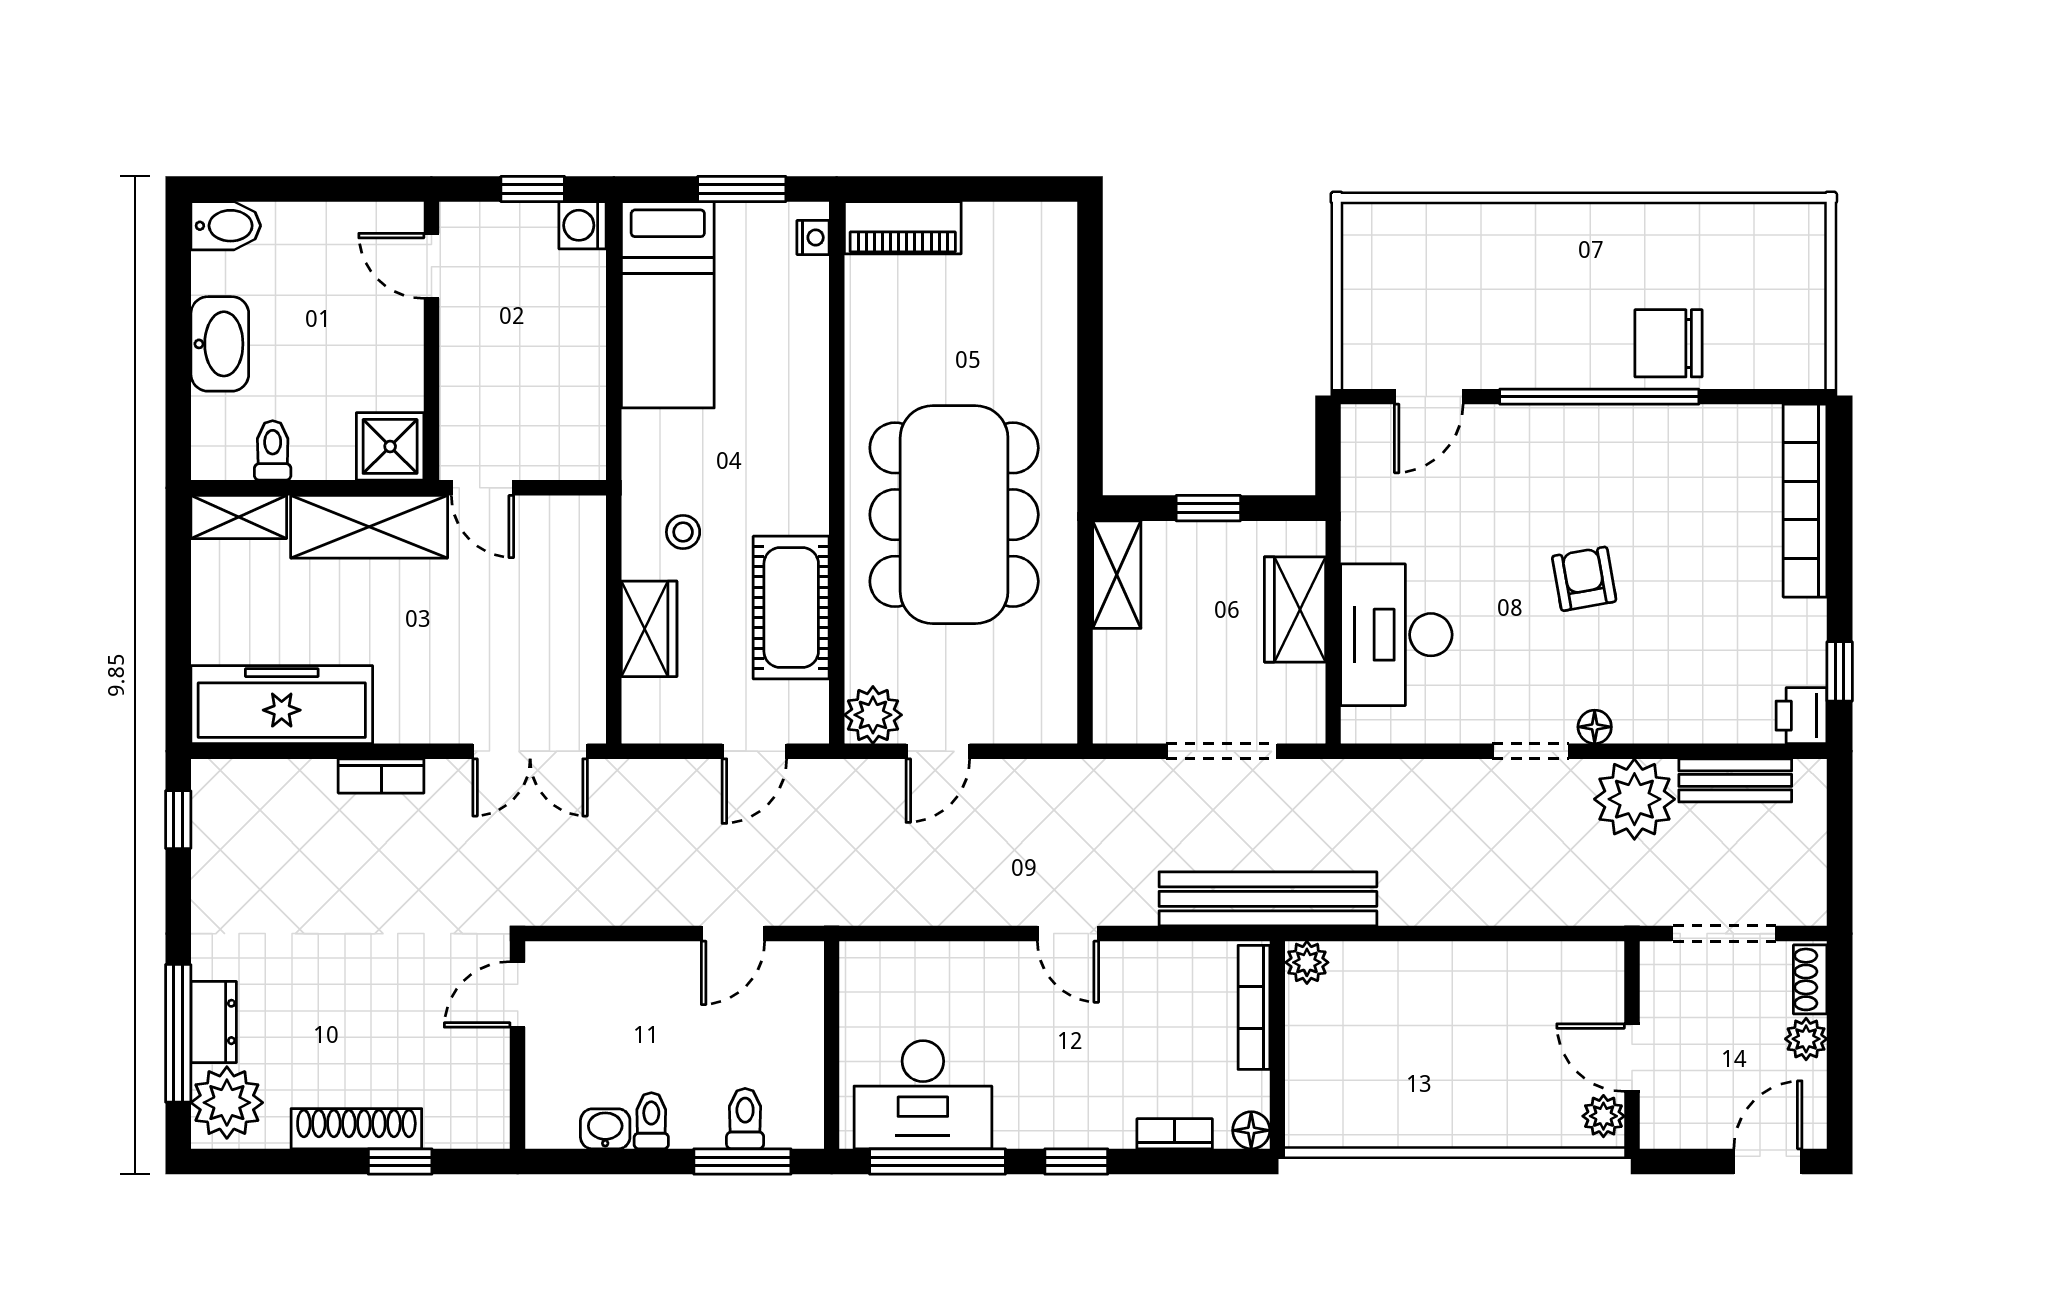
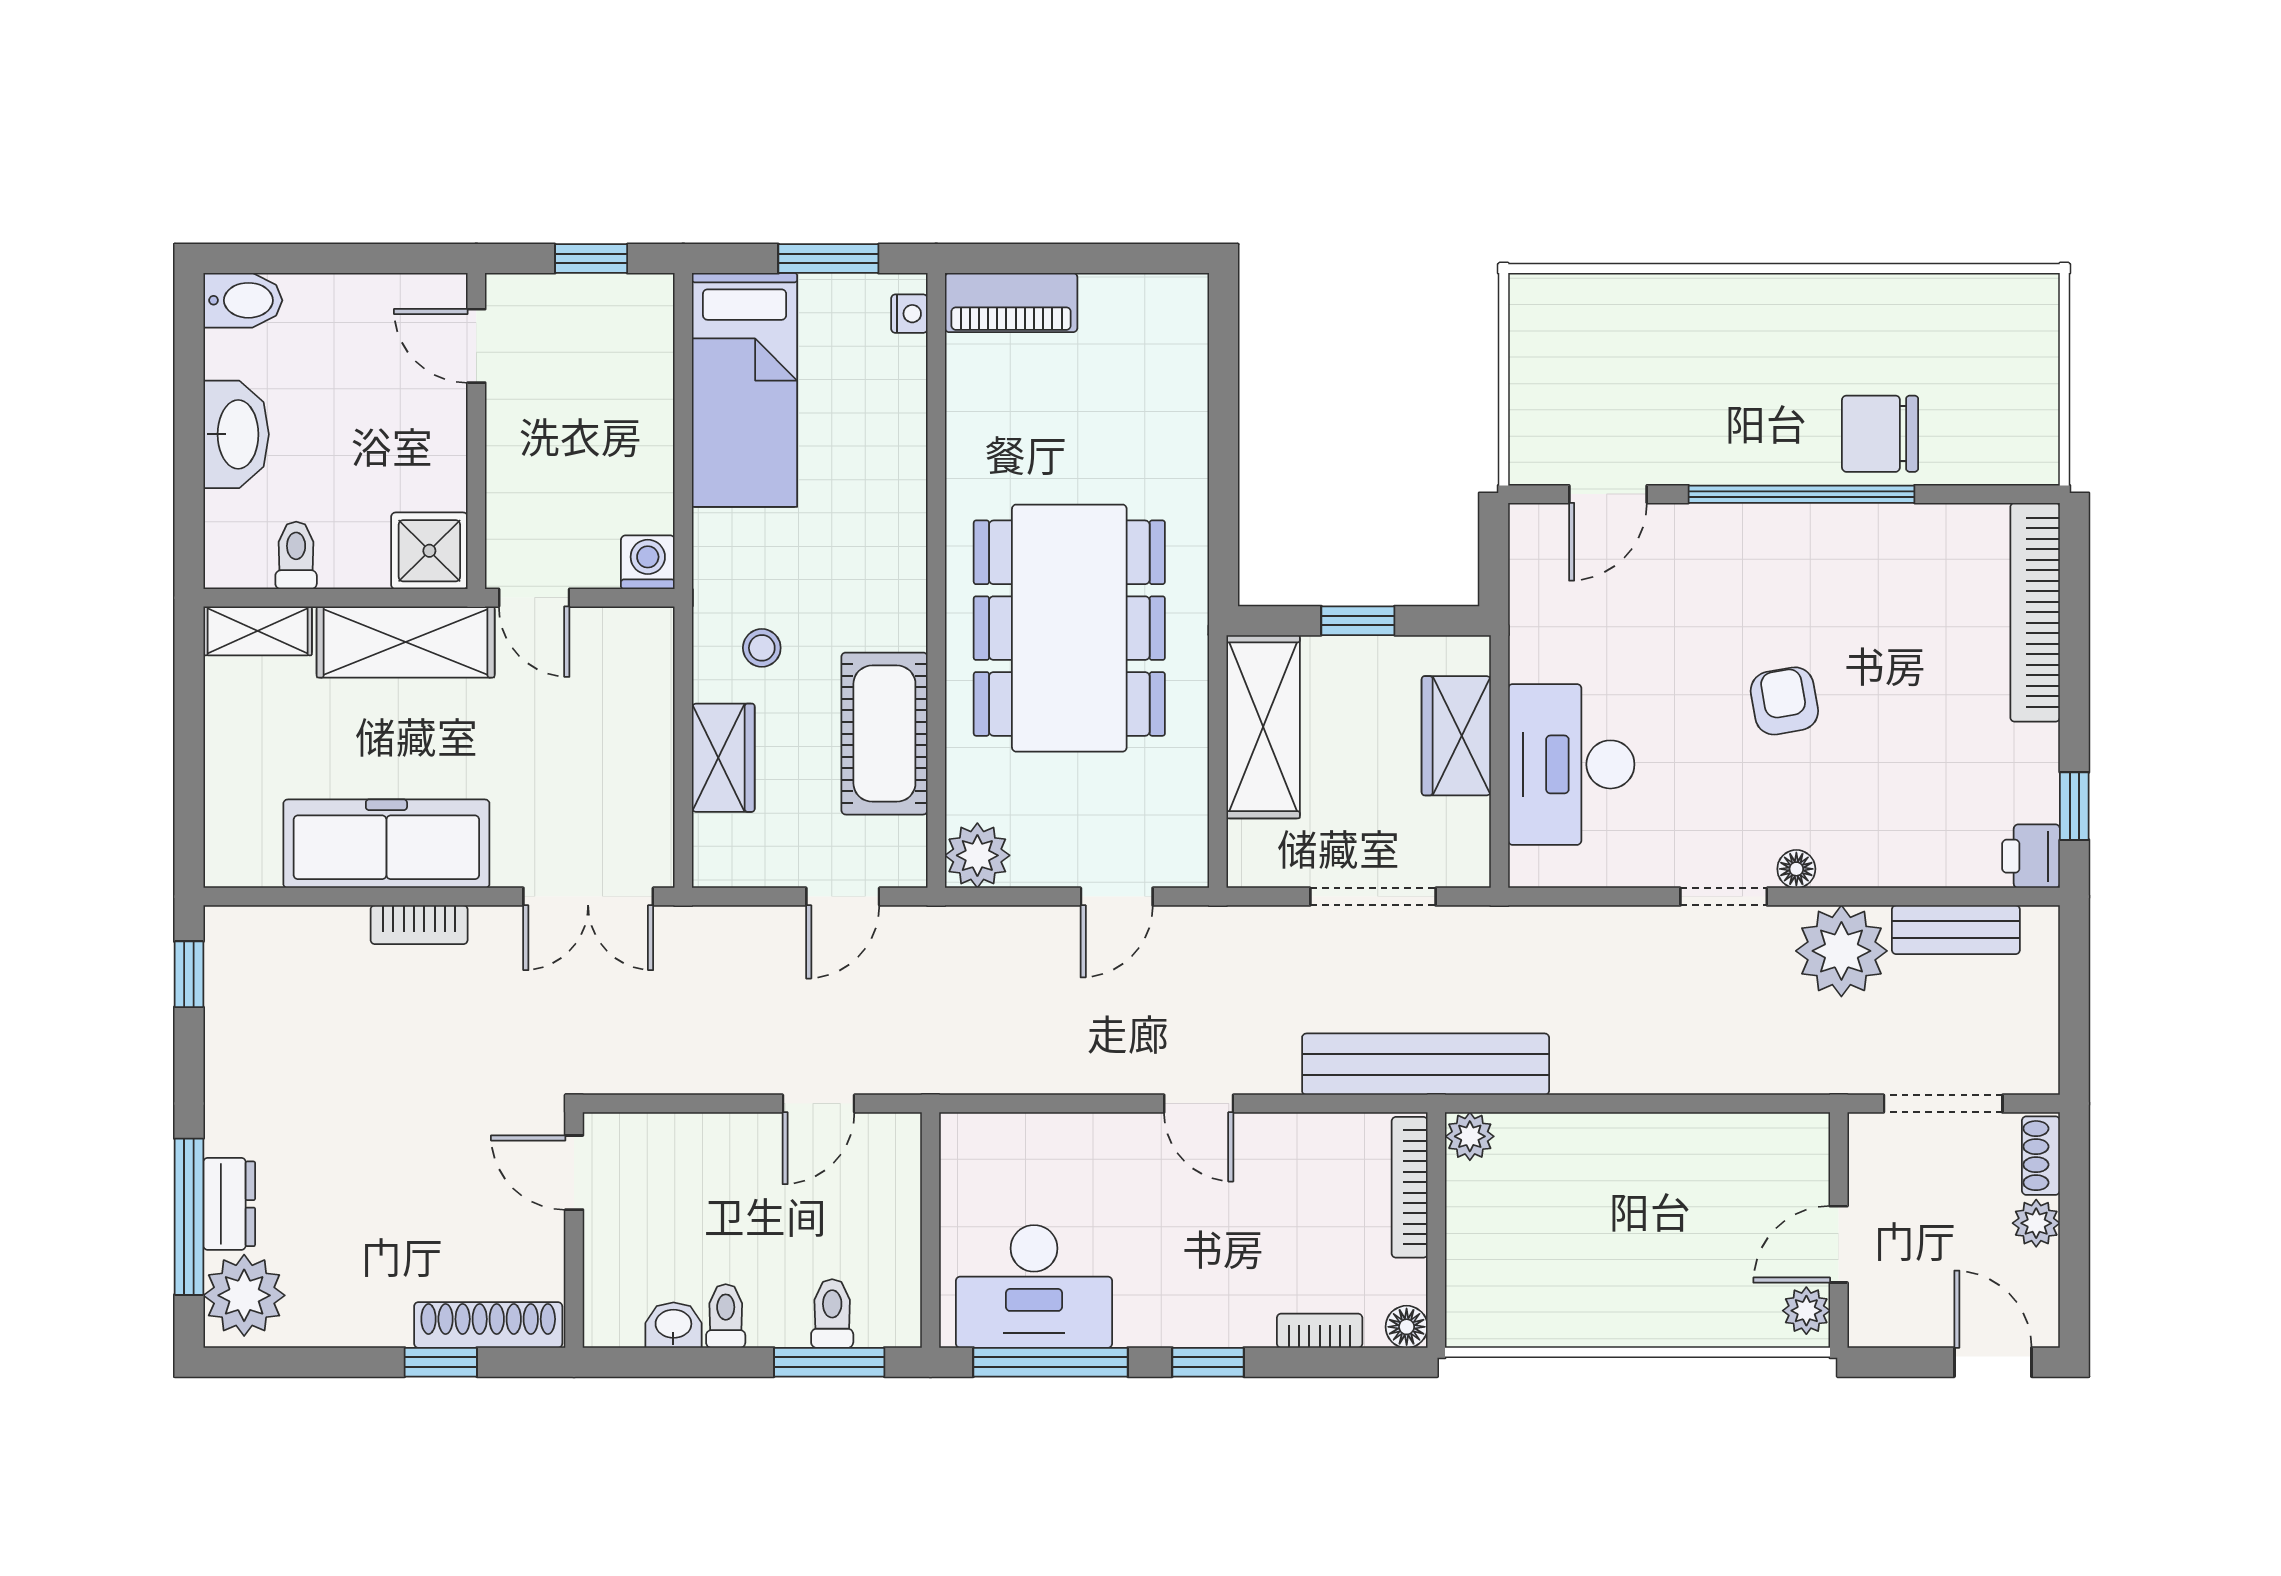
washing machine: (583, 225) -> (648, 562), moved, turned 90
shelving: (1117, 575) -> (1263, 727), width x1.50, depth x1.33
freezer: (282, 705) -> (386, 844), moved
door: (938, 751) -> (1117, 897), moved
door: (518, 994) -> (574, 1173), hinge flipped
door: (1632, 1058) -> (1839, 1244), hinge flipped
shoe rack: (356, 1129) -> (488, 1325), moved
door: (1768, 1162) -> (1993, 1362), hinge flipped

